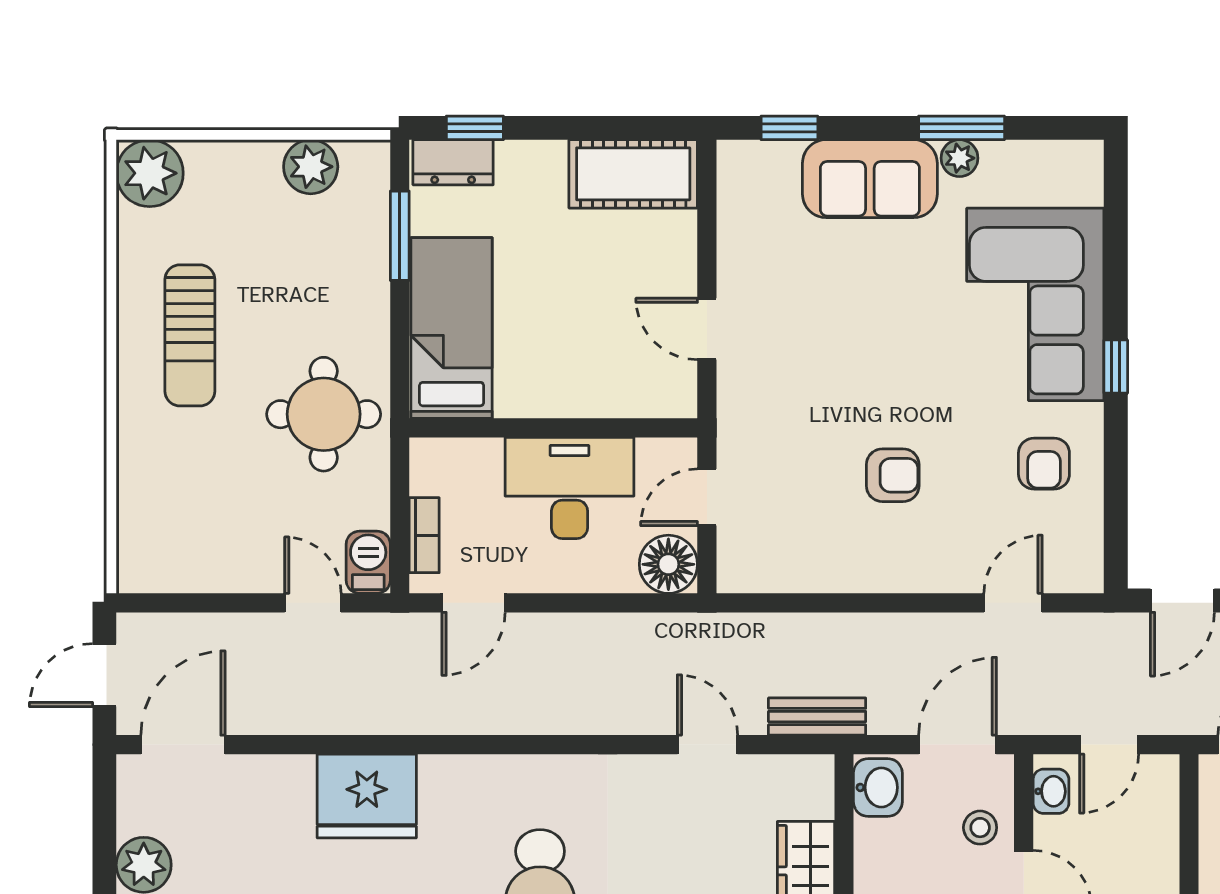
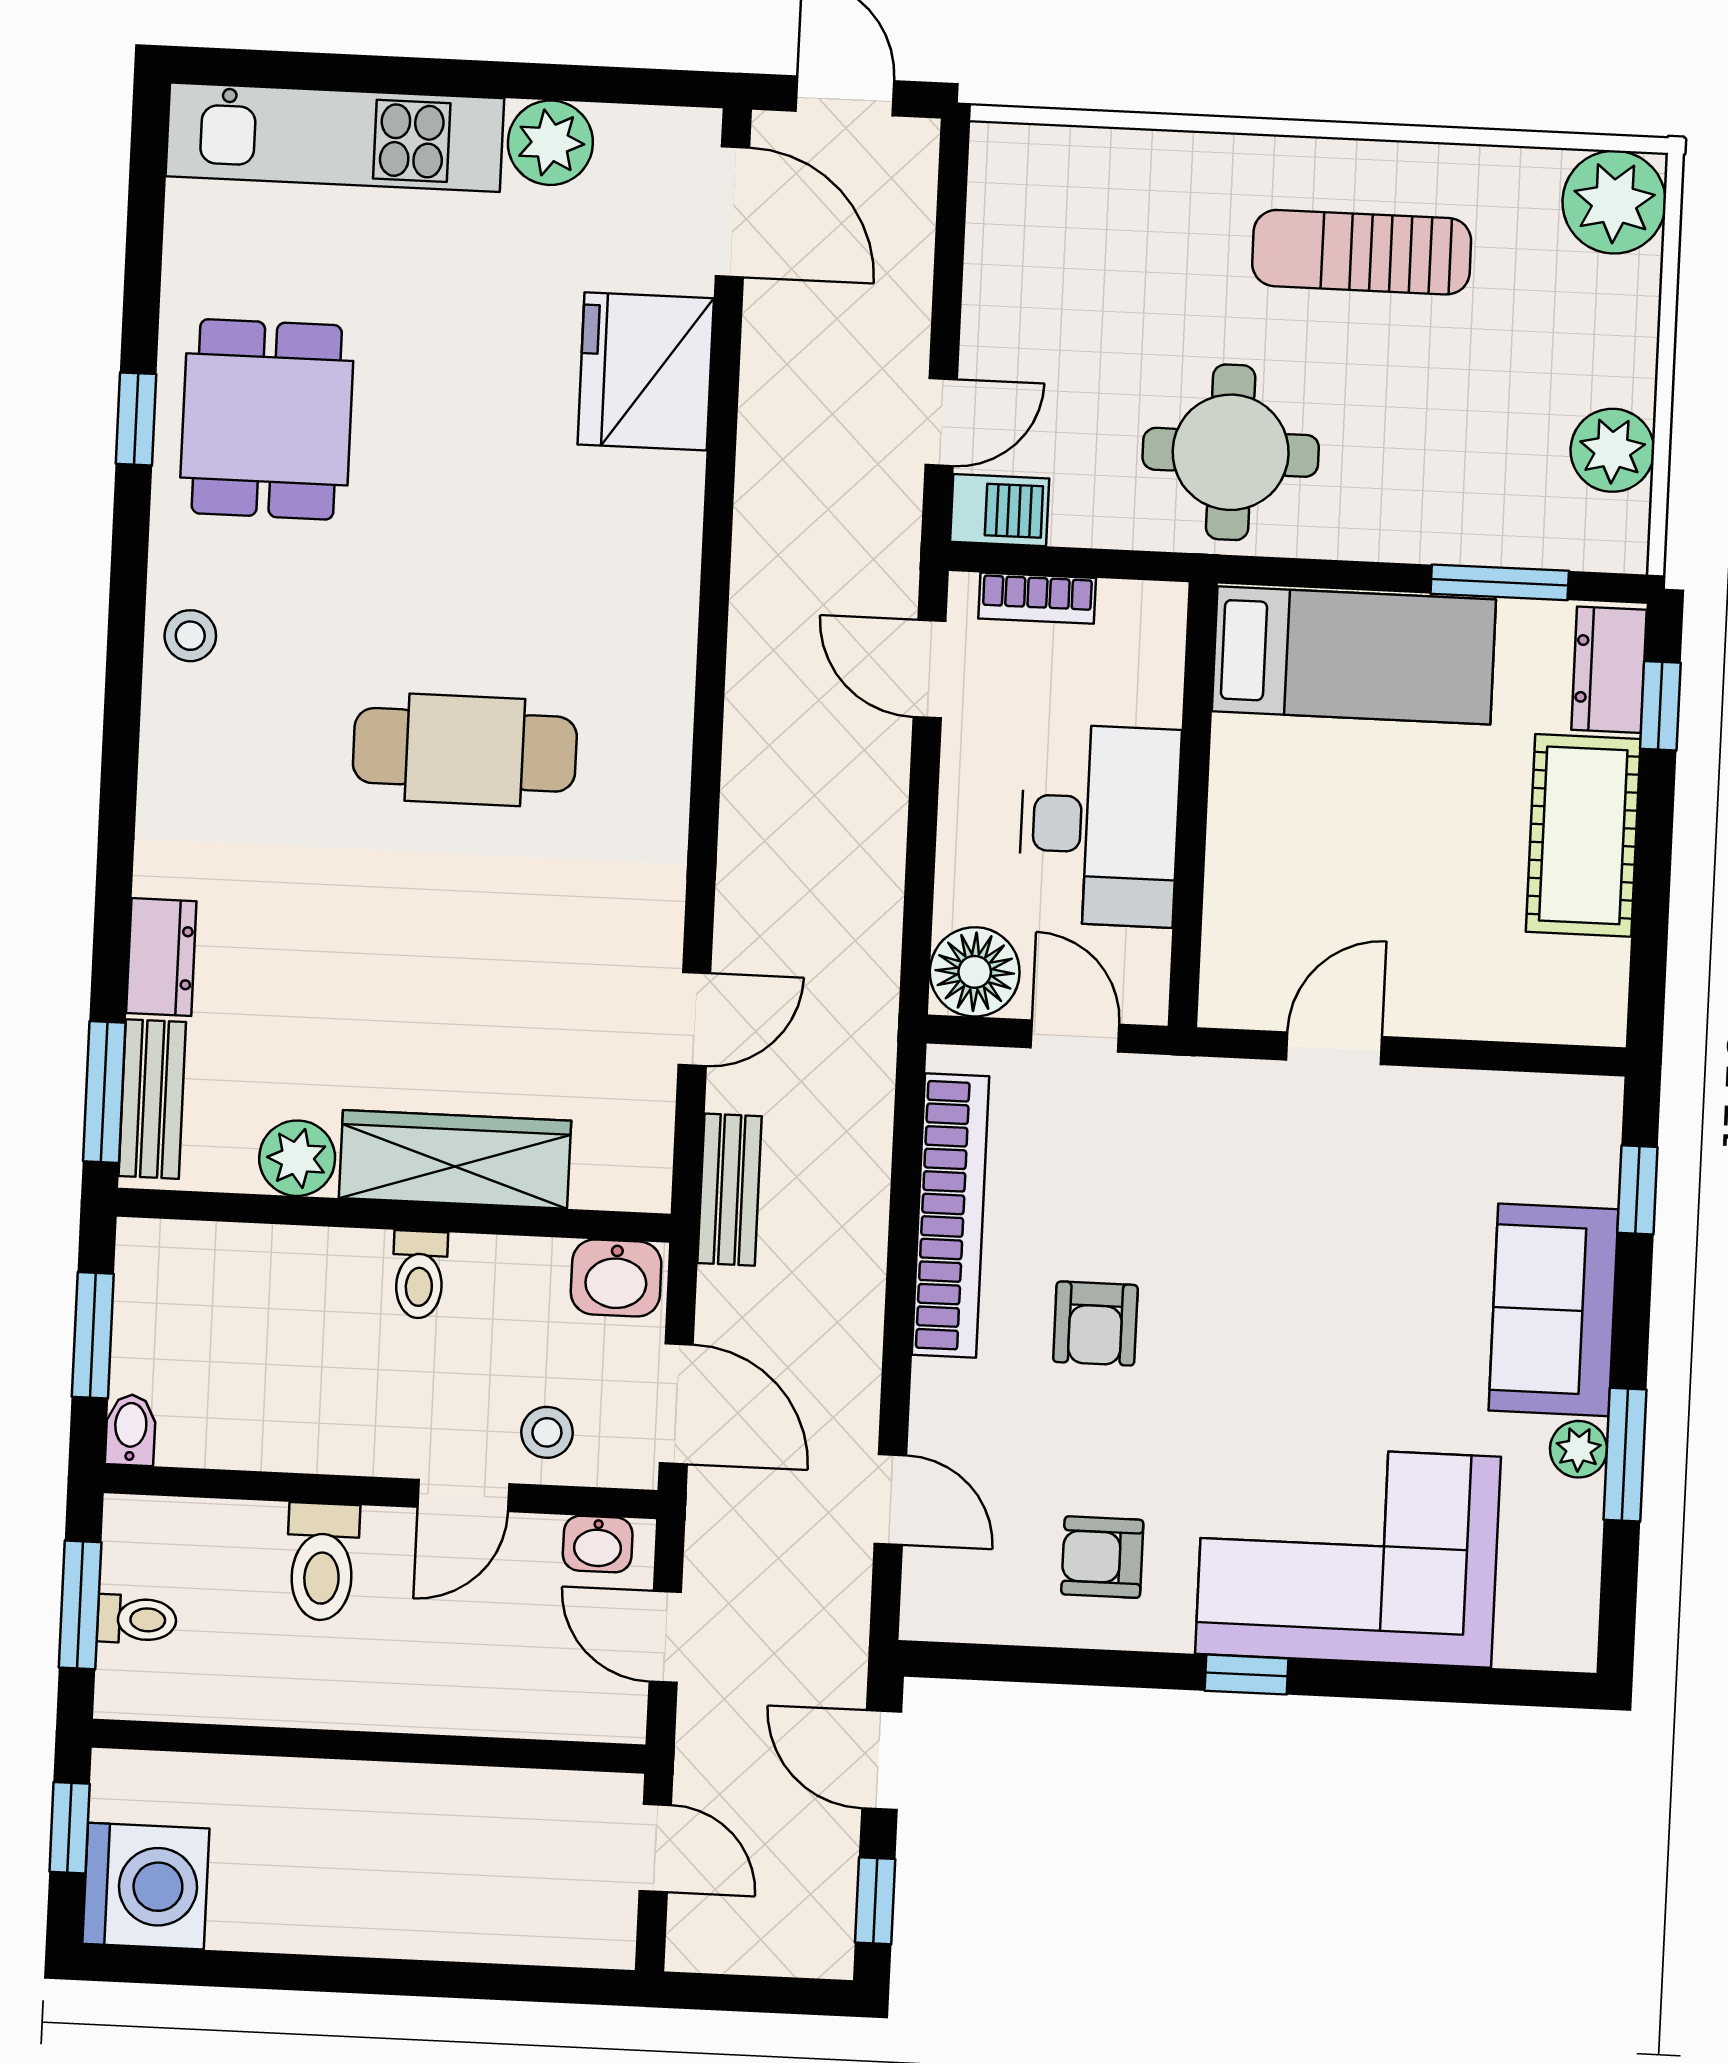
cot: (633, 174) -> (1583, 835), moved
bookcase: (827, 573) -> (950, 1216), added
fridge: (367, 796) -> (646, 371), moved

